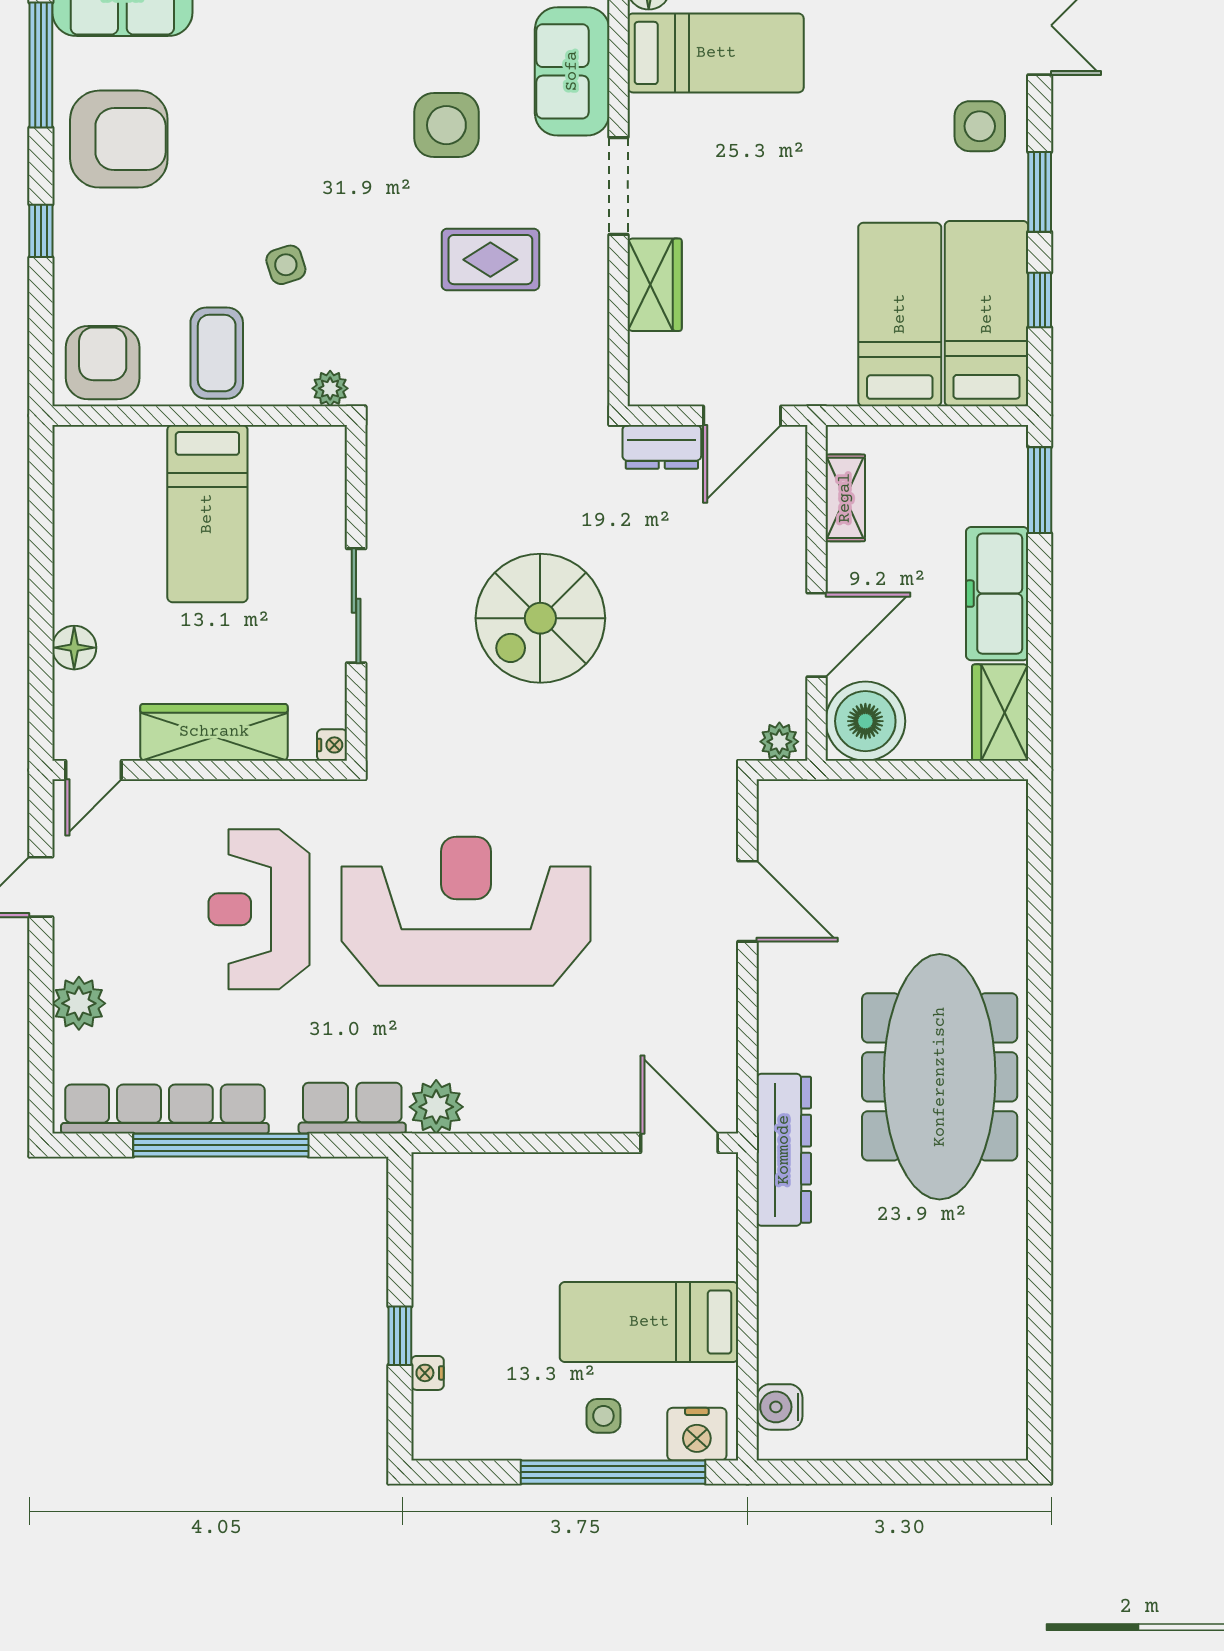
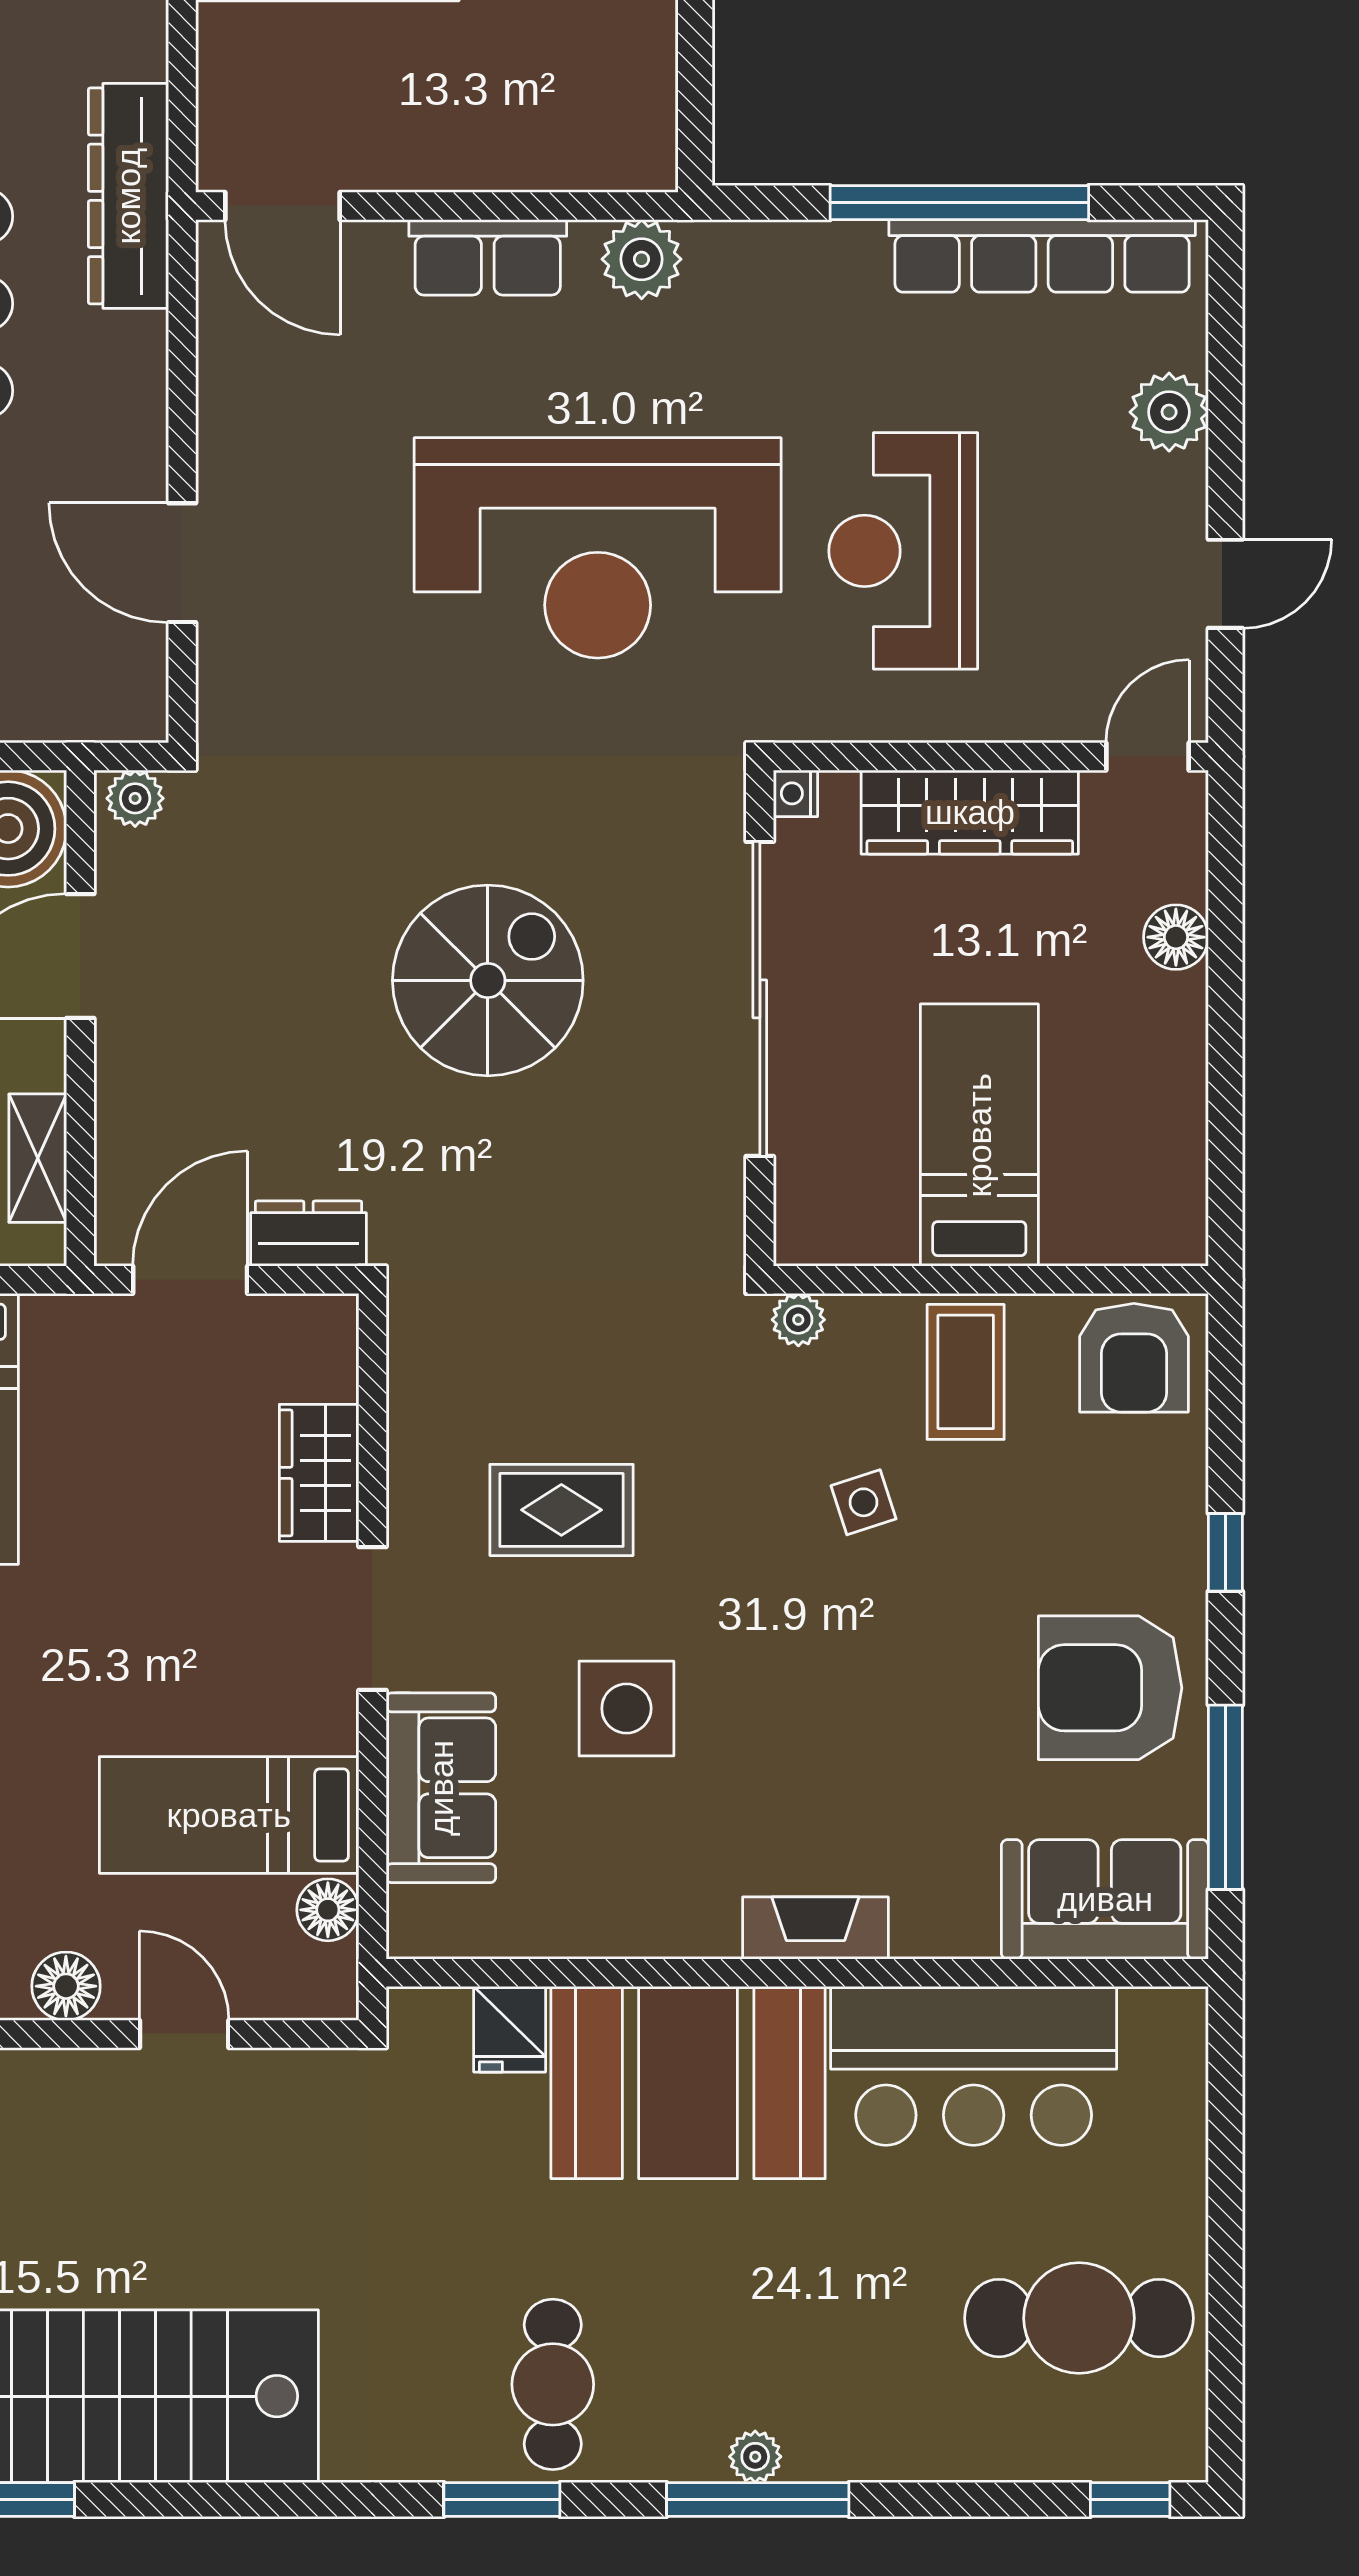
sliding door: (356, 606) -> (760, 999), width x1.86
reception desk: (259, 909) -> (903, 551), turned 180
row of seats: (352, 1108) -> (488, 257), moved

